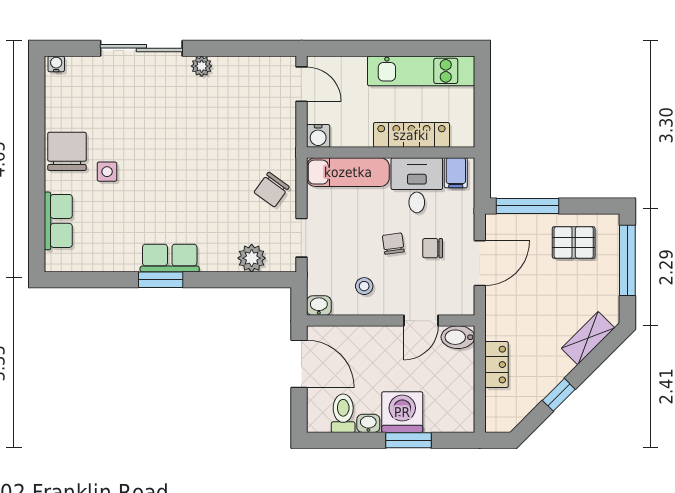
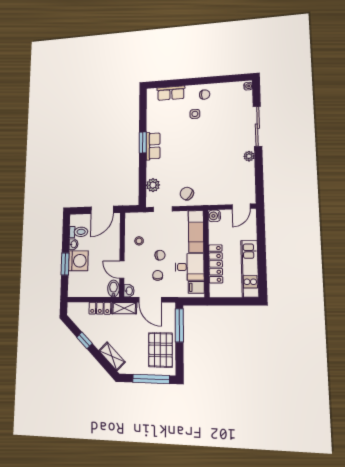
chair: (67, 151) -> (205, 95), width x0.54, depth x0.54
pallet: (574, 242) -> (160, 350), width x1.50, depth x1.42
washbasin: (319, 306) -> (129, 291), moved
shelving: (496, 315) -> (124, 308), added

